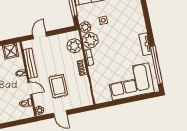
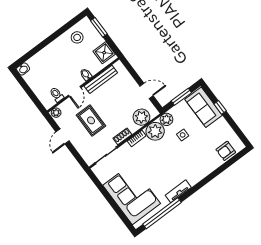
door: (40, 35) -> (147, 91), moved
rug: (58, 86) -> (91, 120), turned 90

